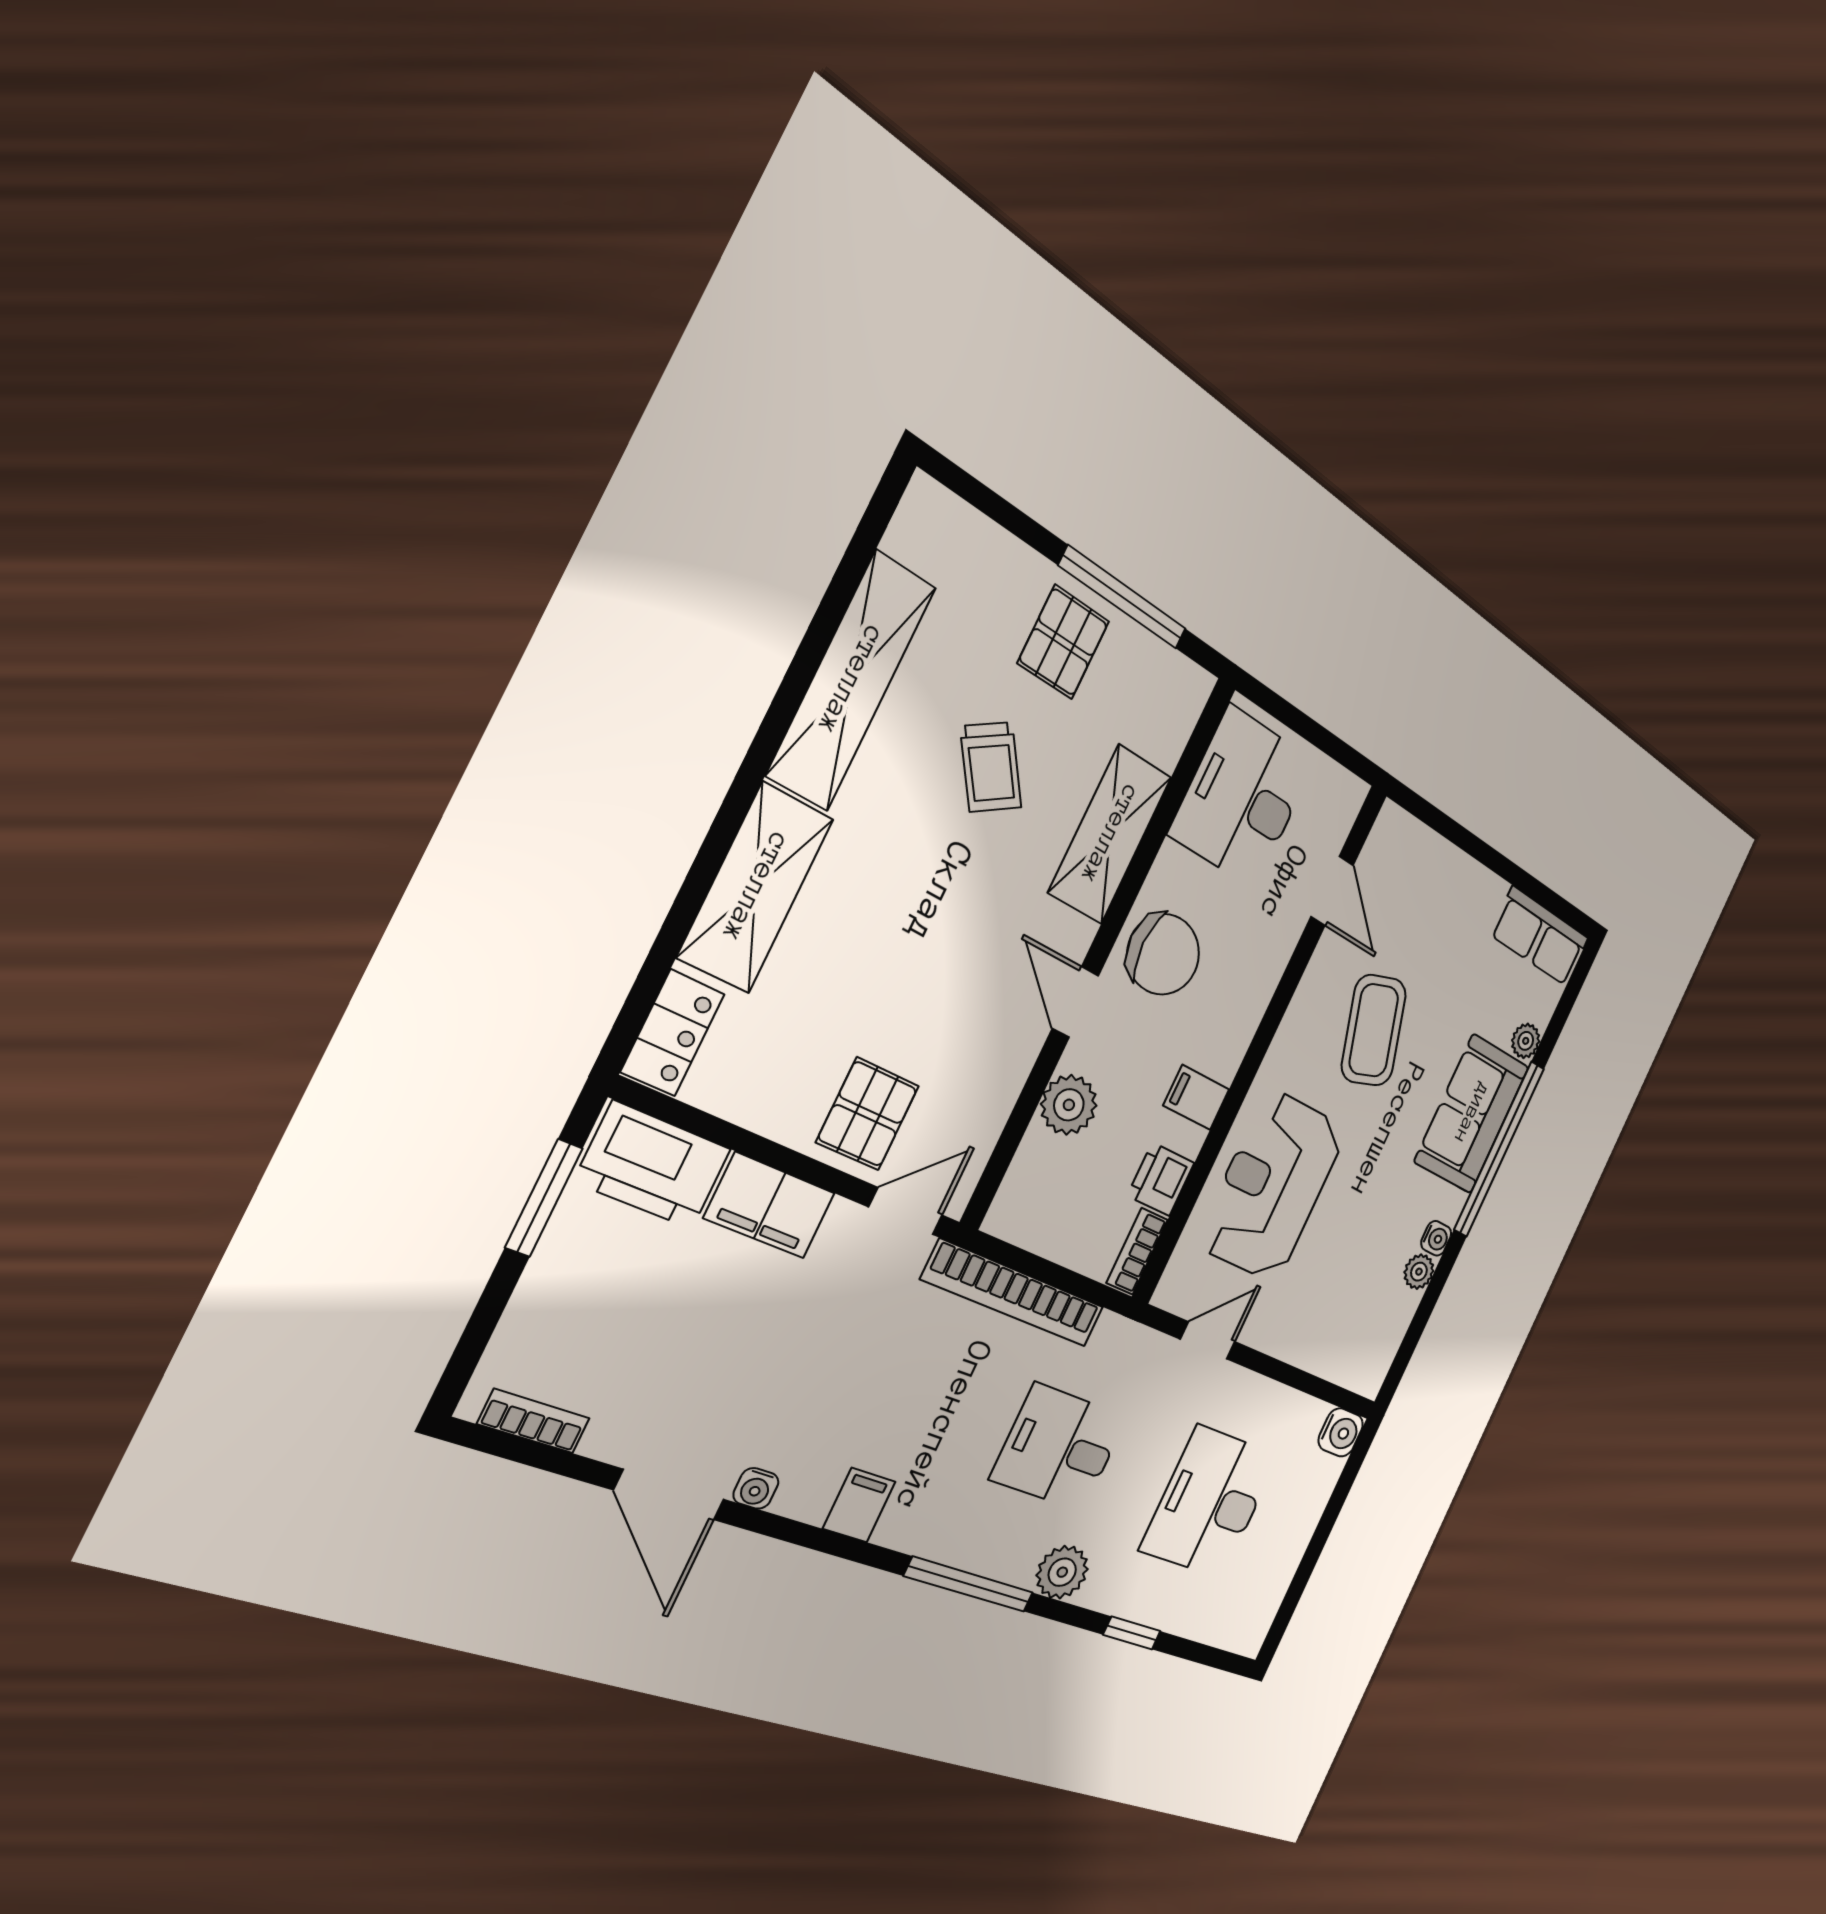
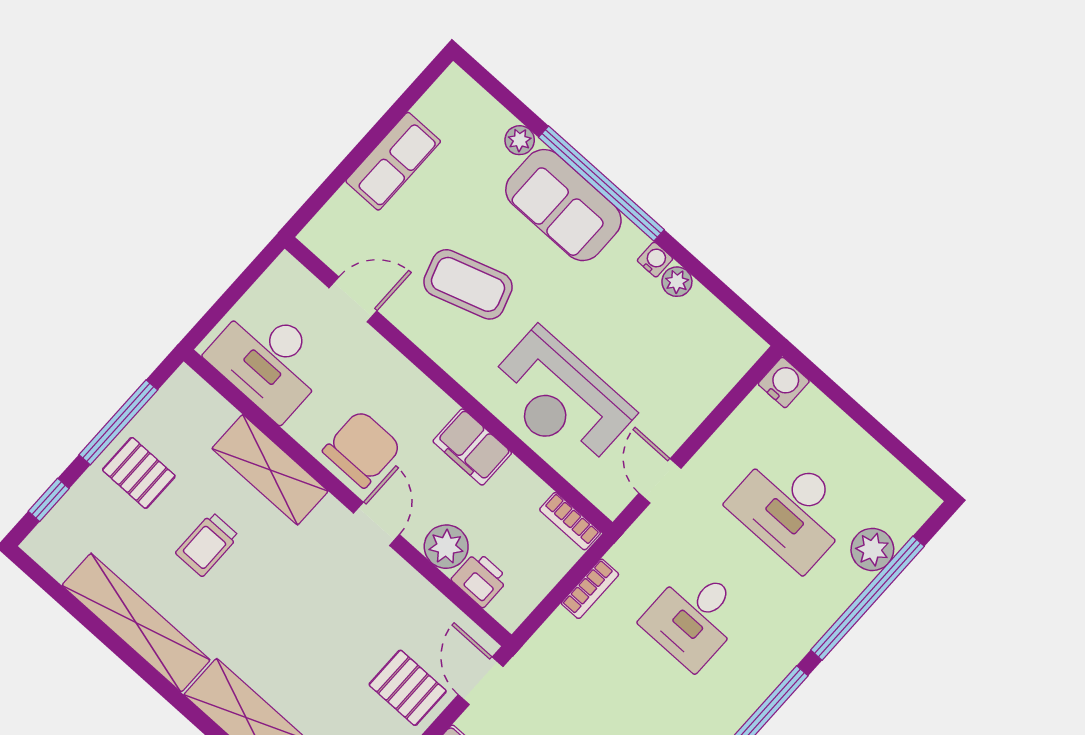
window: (995, 507) -> (49, 500), added
trolley: (991, 767) -> (207, 544), turned 124
row of seats: (1540, 937) -> (393, 161), moved
door: (1075, 1002) -> (376, 524), swing flipped
filing cabinet: (1196, 1098) -> (472, 447), width x2.00
printer: (1161, 1179) -> (480, 579), moved, turned 180
bookcase: (1014, 1293) -> (590, 589), width x0.43, depth x0.76
plant: (1062, 1572) -> (872, 549), moved
window: (1132, 1633) -> (868, 598), width x3.17

